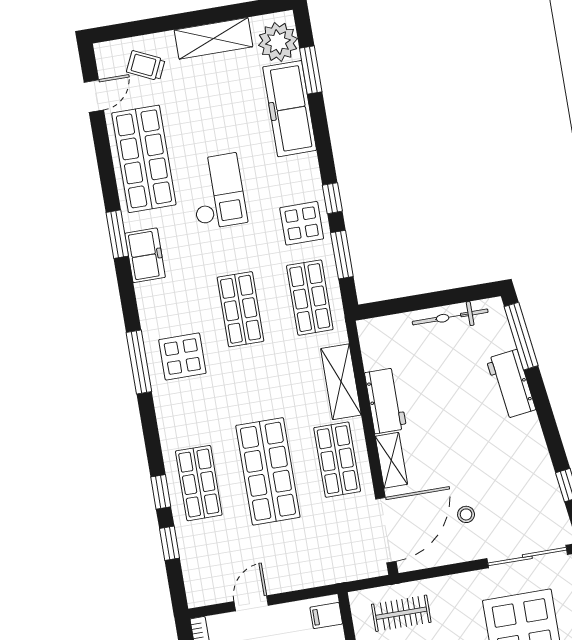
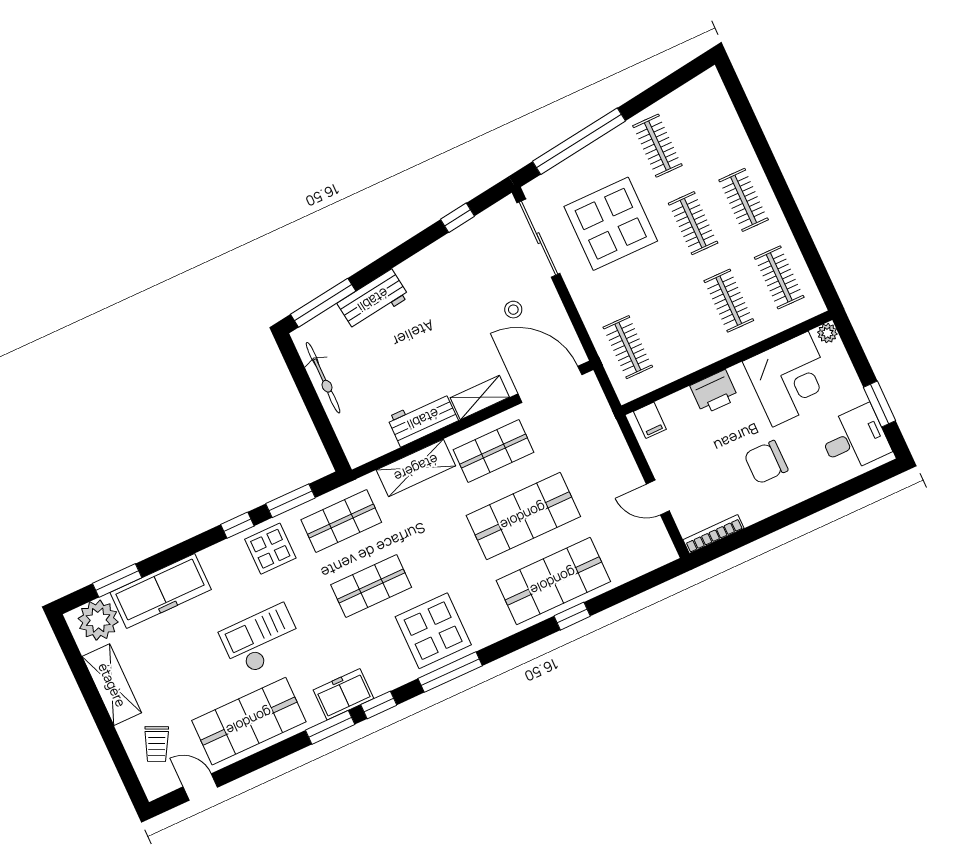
display table: (182, 356) -> (433, 631), width x1.36, depth x1.36
shop shelf: (199, 483) -> (553, 581), width x1.43, depth x1.36
window: (169, 543) -> (379, 705), moved

